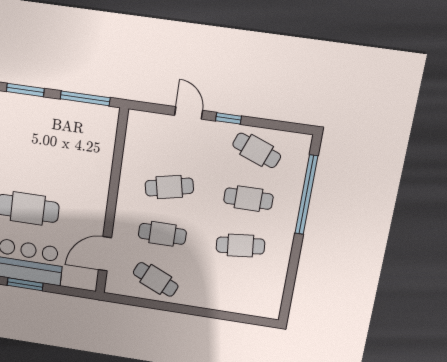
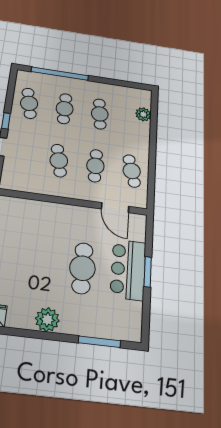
cafe table: (257, 150) -> (29, 103), turned -33
cafe table: (156, 279) -> (132, 171), turned -39
plant: (240, 304) -> (143, 114), added

